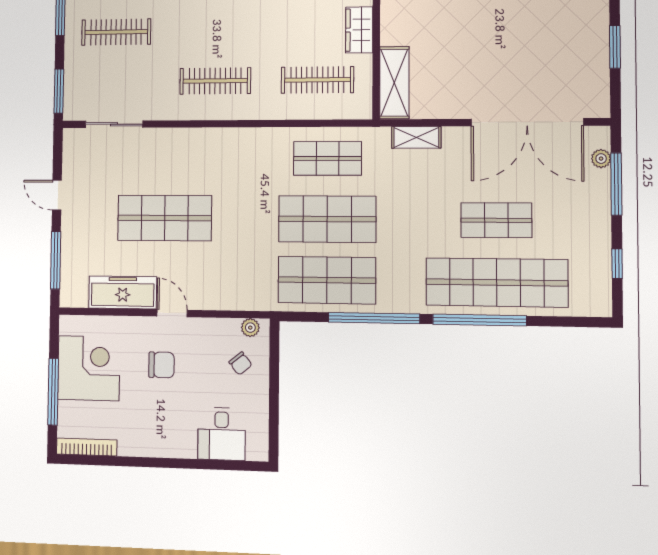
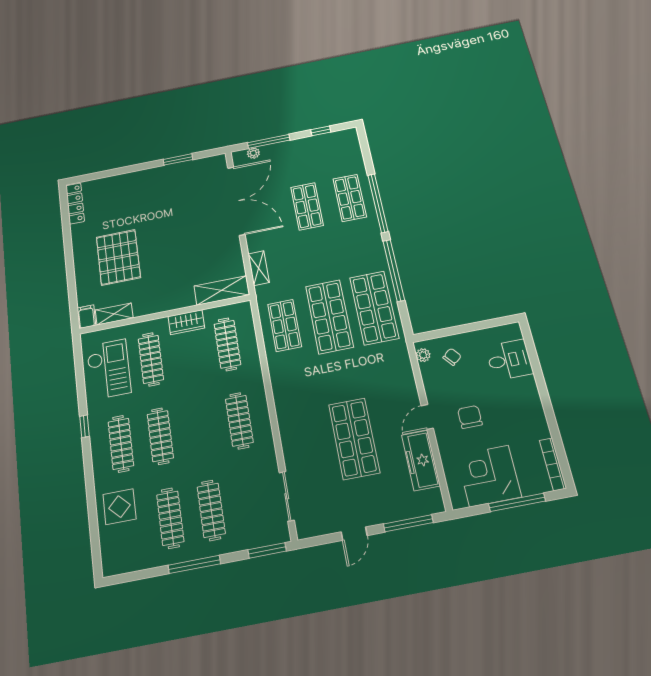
shop shelf: (497, 282) -> (350, 198), width x0.50, depth x0.74

